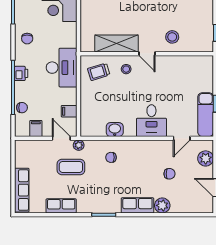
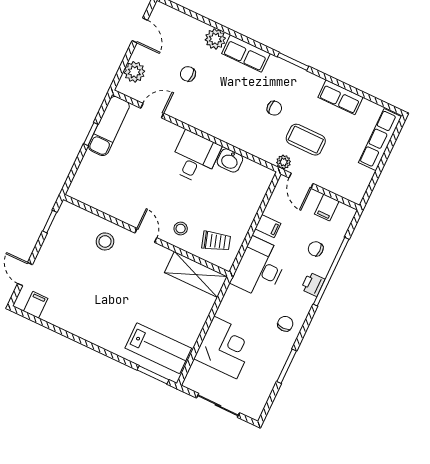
shelving: (117, 43) -> (196, 274), moved
chair: (22, 108) -> (316, 249), moved
filing cabinet: (69, 111) -> (268, 226), moved
desk: (151, 121) -> (195, 157), moved
chair: (111, 157) -> (274, 108), moved

